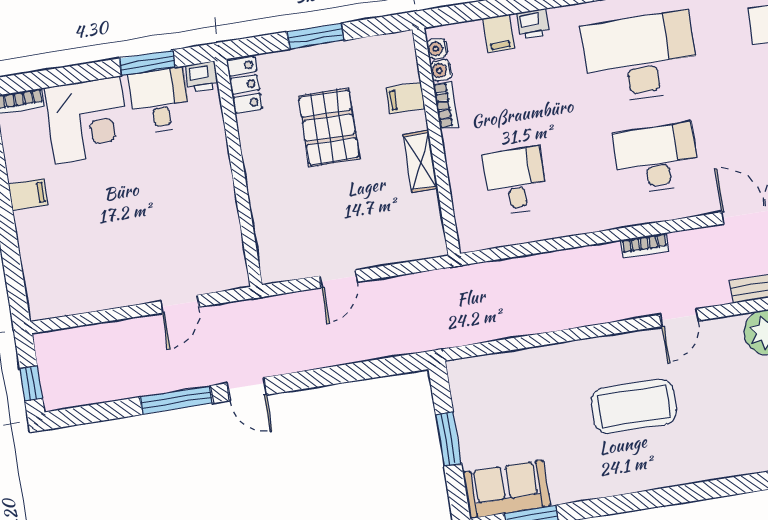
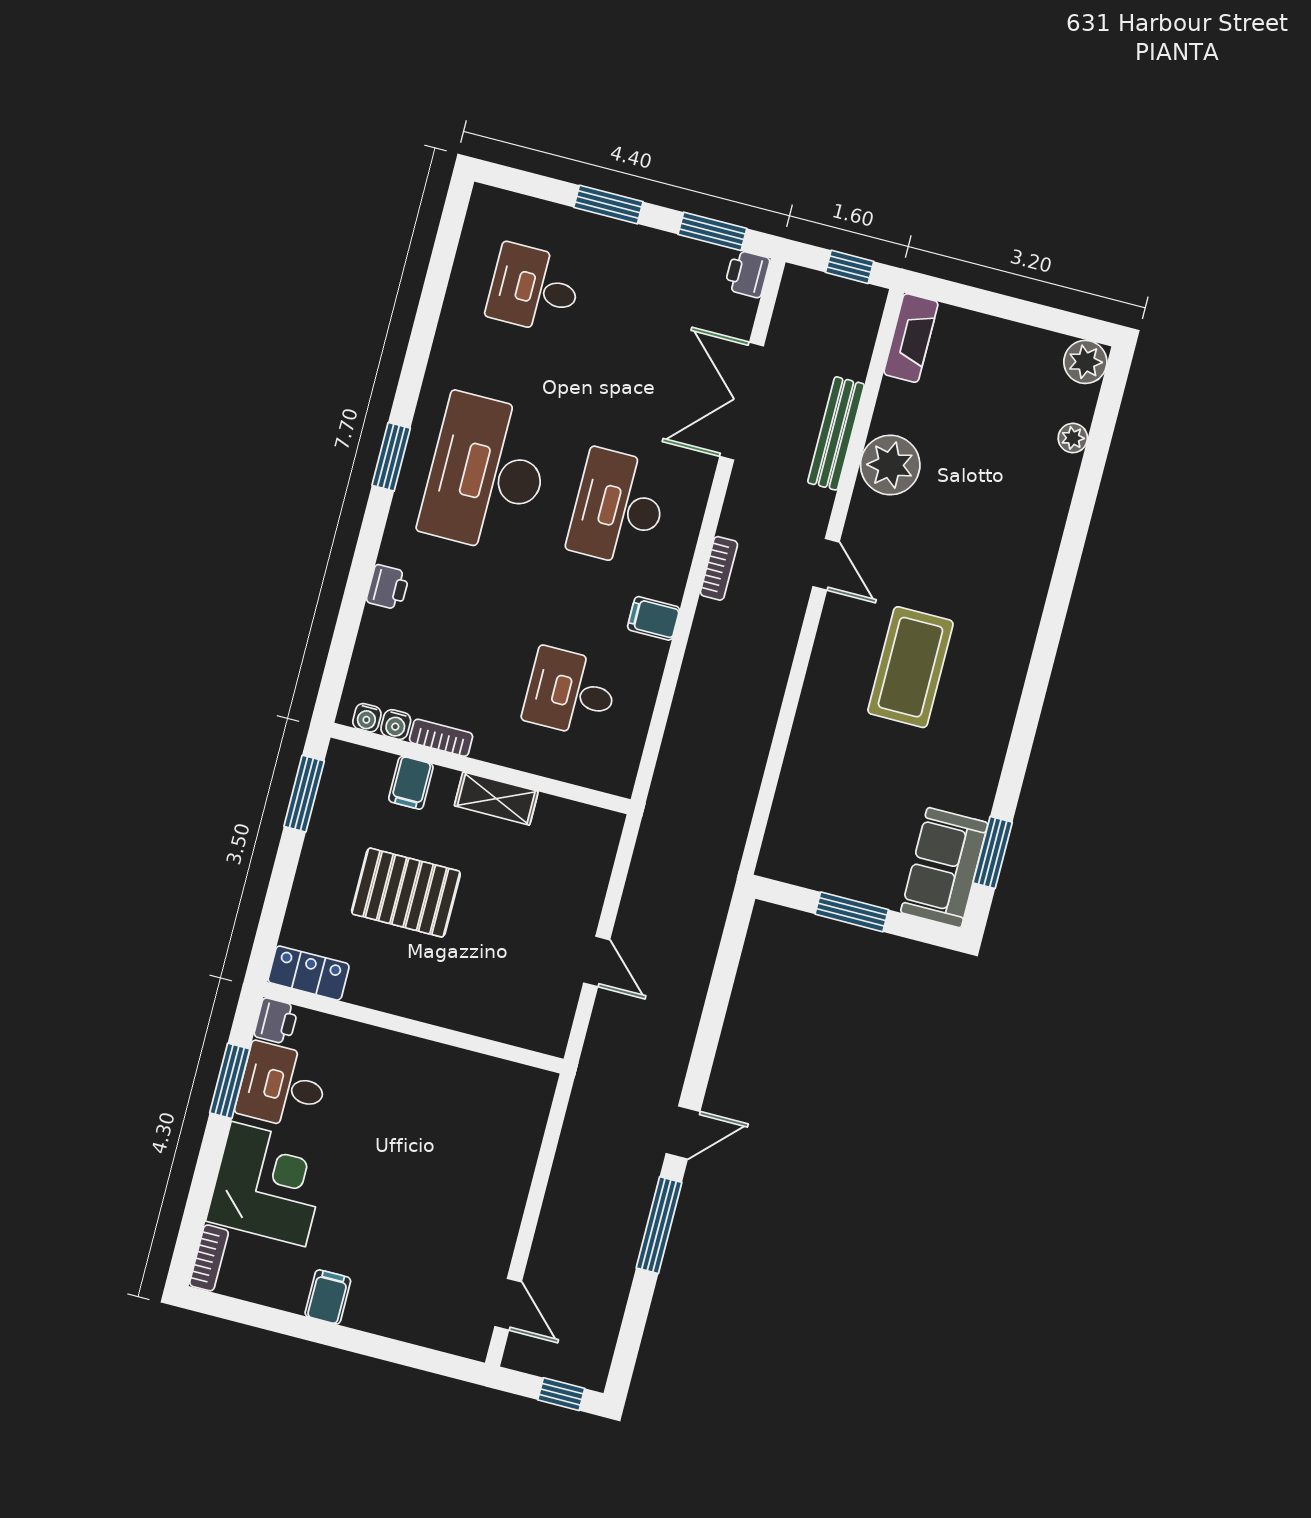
filing cabinet: (499, 33) -> (654, 618), moved, turned 180
window: (315, 36) -> (304, 794), moved
door: (180, 304) -> (508, 1304), moved

